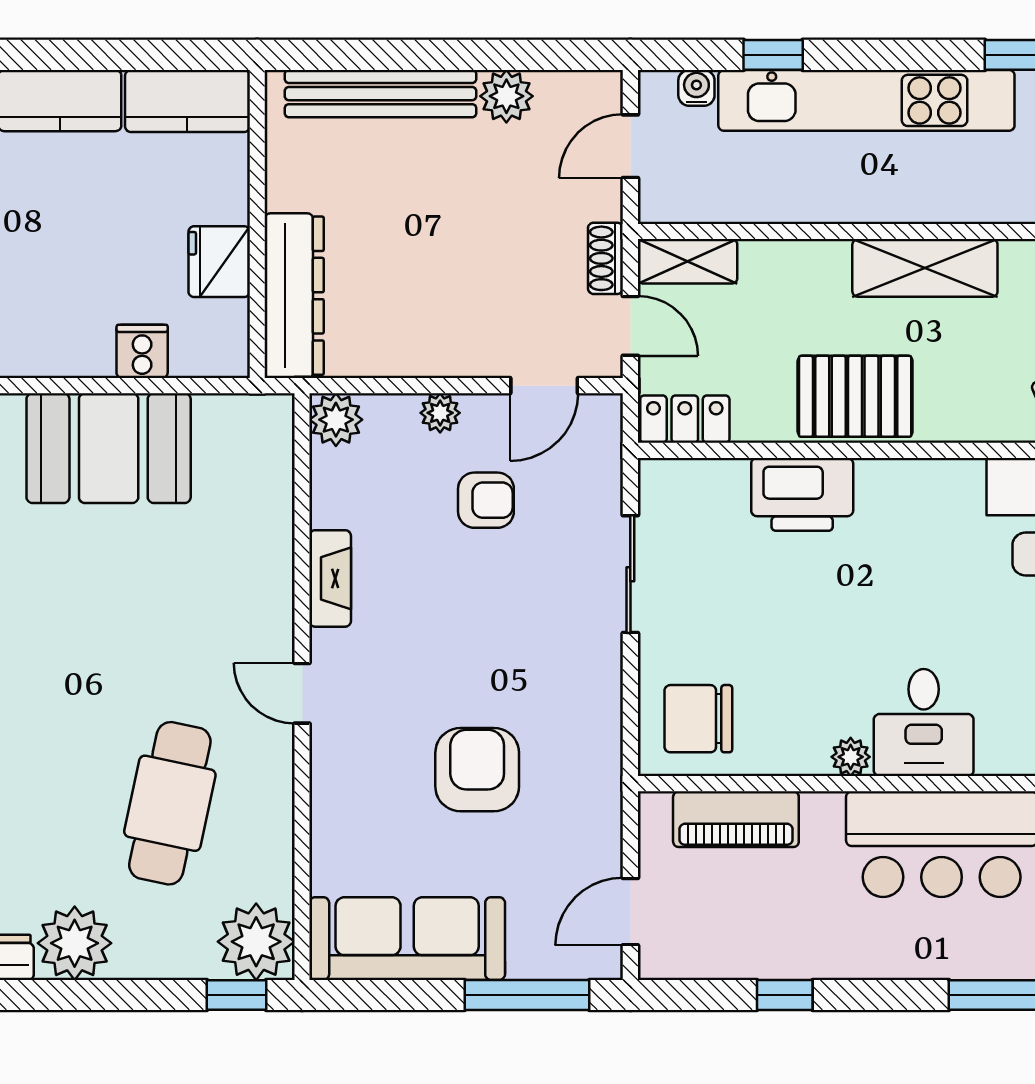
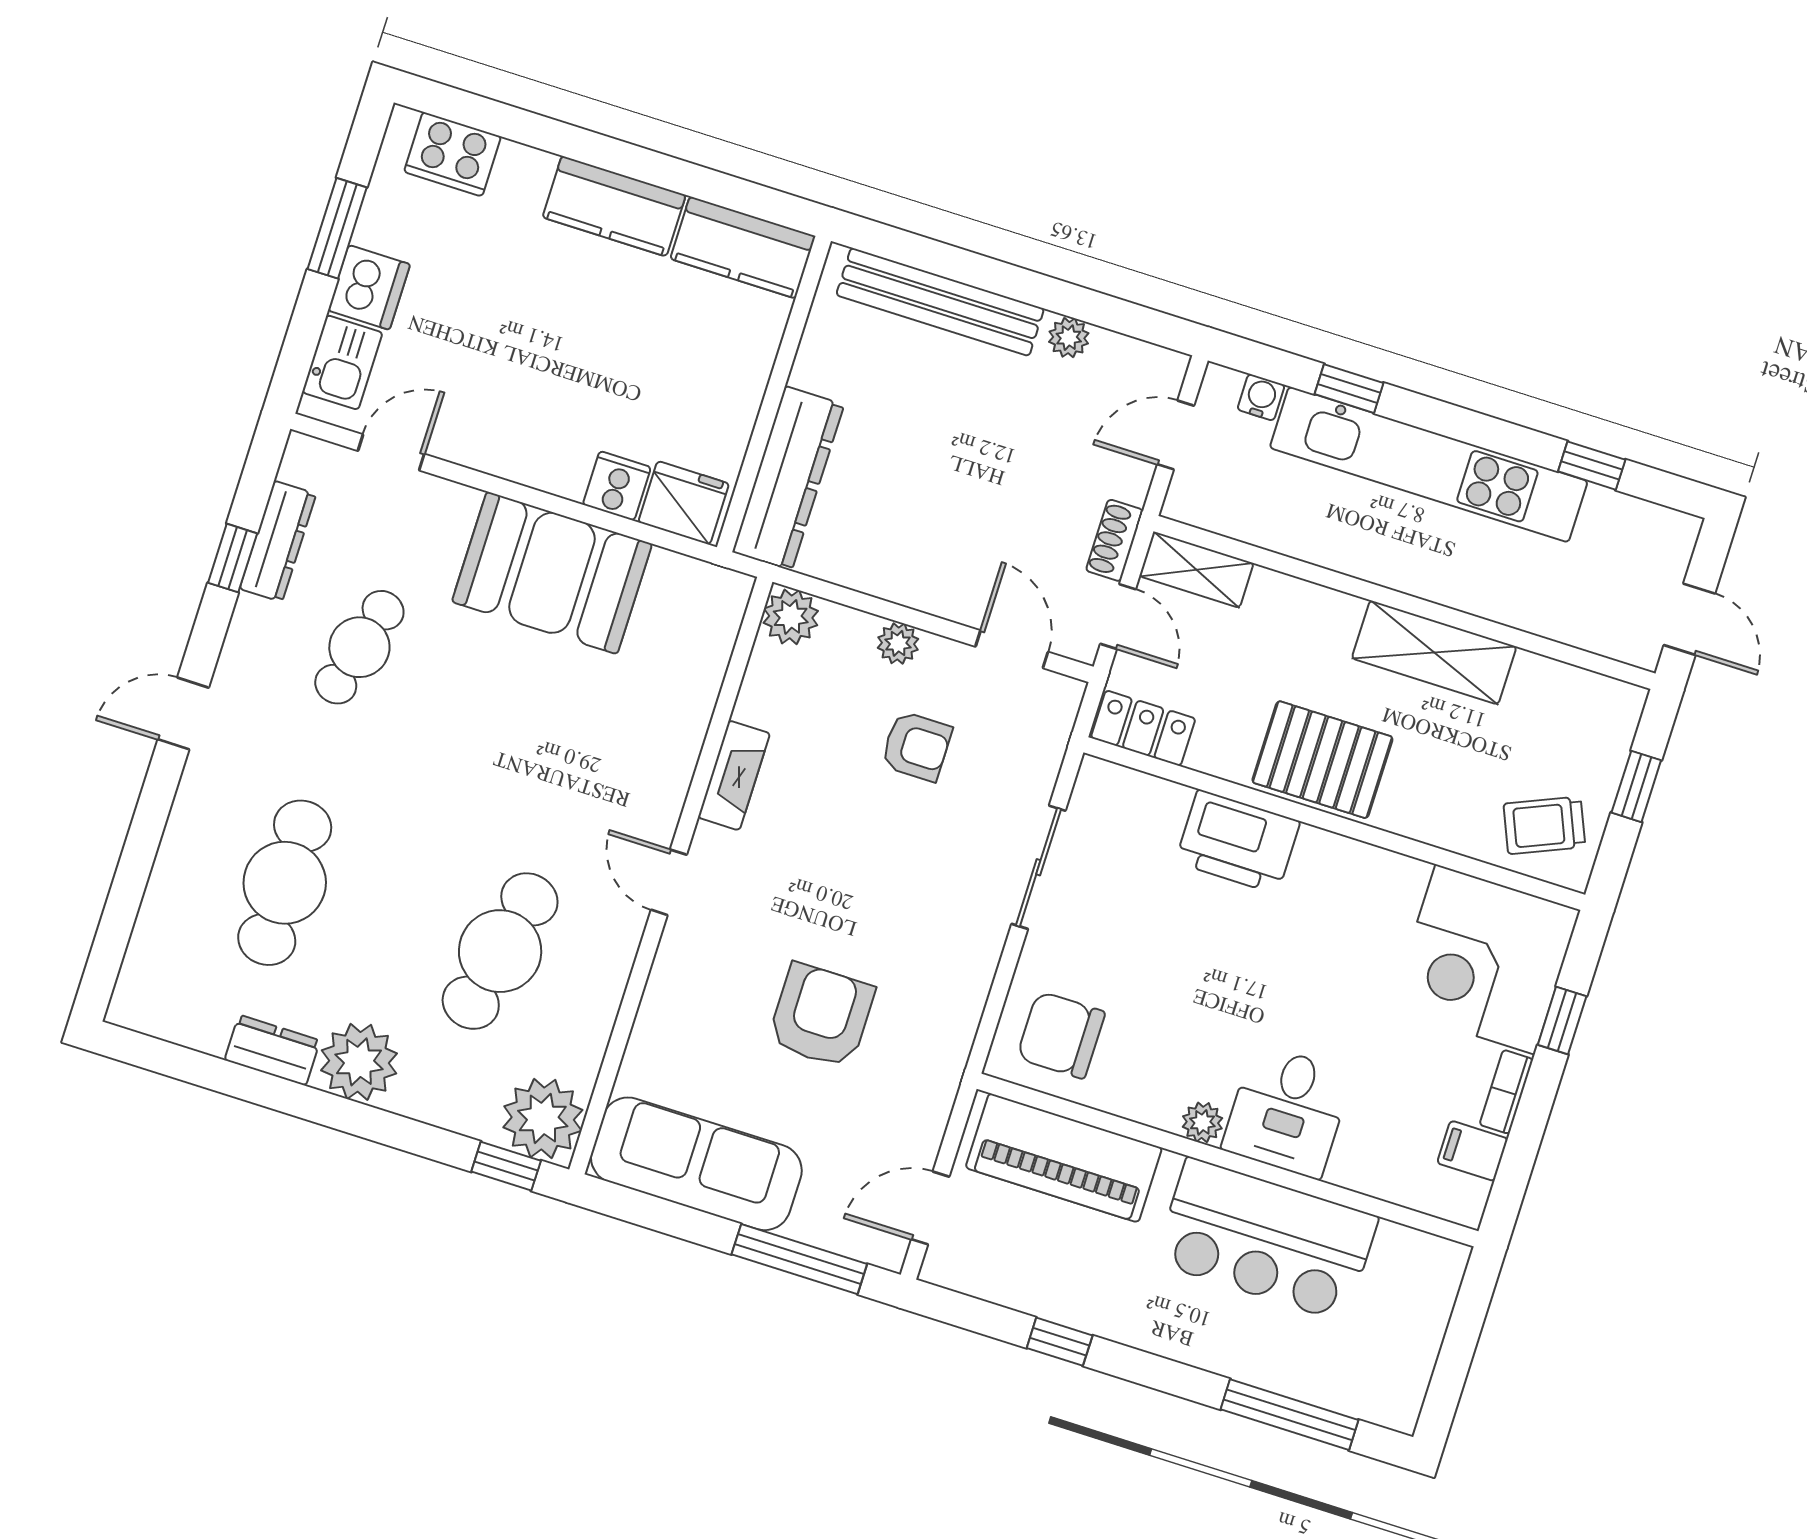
plant: (506, 96) -> (1069, 338), width x0.73, depth x0.73
fridge: (219, 262) -> (684, 503), moved, turned 90
door: (544, 386) -> (1012, 649), swing flipped
piano: (736, 819) -> (1064, 1158), width x1.37, depth x1.33

